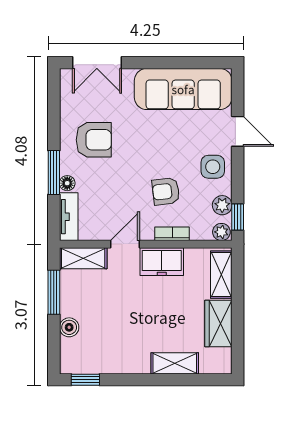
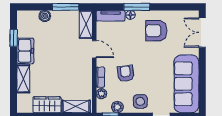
armchair: (94, 140) -> (156, 31), turned 90
plant: (221, 232) -> (101, 94), moved
freezer: (162, 262) -> (25, 51), moved, turned 180
window: (85, 380) -> (14, 38), moved

